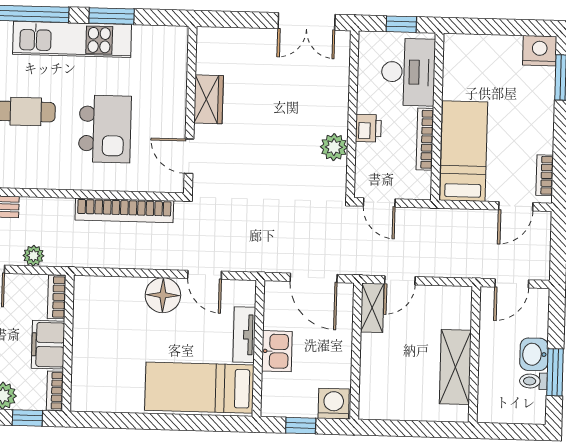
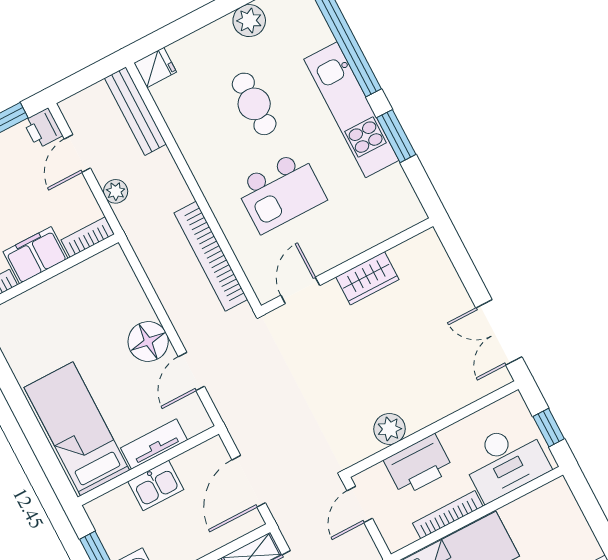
printer: (368, 128) -> (418, 465), width x1.87, depth x1.48

